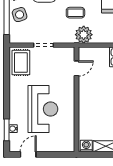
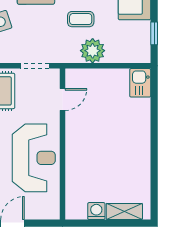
door: (76, 68) -> (63, 99), moved
wall: (76, 99) -> (63, 144), moved

